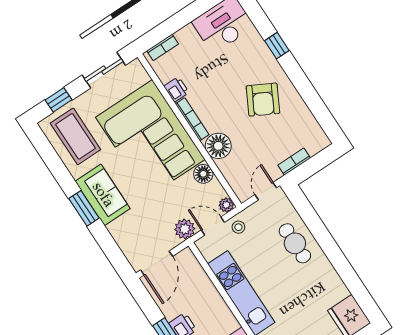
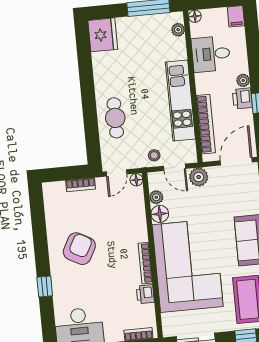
floor lamp: (218, 146) -> (136, 180), moved, width x0.53, depth x0.53
plant: (226, 205) -> (156, 197), moved
bookcase: (205, 283) -> (206, 124), added

